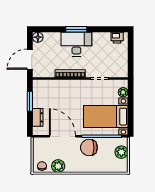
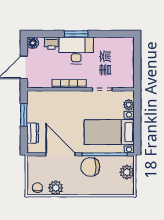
printer: (117, 38) -> (51, 43), moved

